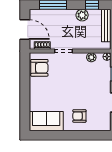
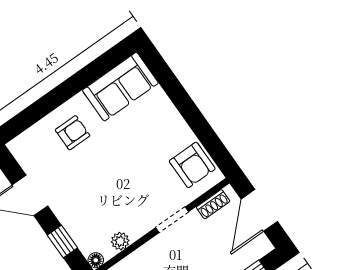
door: (25, 30) -> (259, 210), hinge flipped
armchair: (39, 68) -> (192, 165), turned -90

